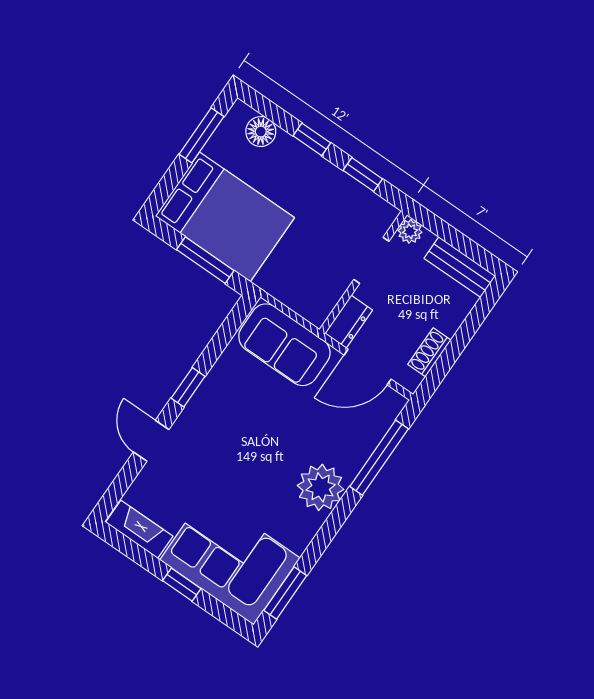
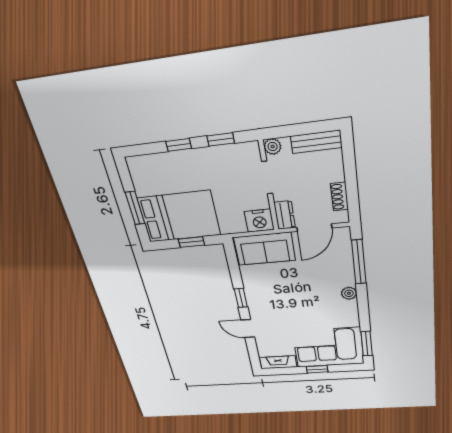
floor lamp: (261, 132) -> (152, 163), removed
window: (202, 135) -> (135, 208), moved
window: (205, 260) -> (191, 242), width x0.67
nightstand: (313, 304) -> (259, 221), added
plant: (321, 487) -> (349, 293), width x0.53, depth x0.53

